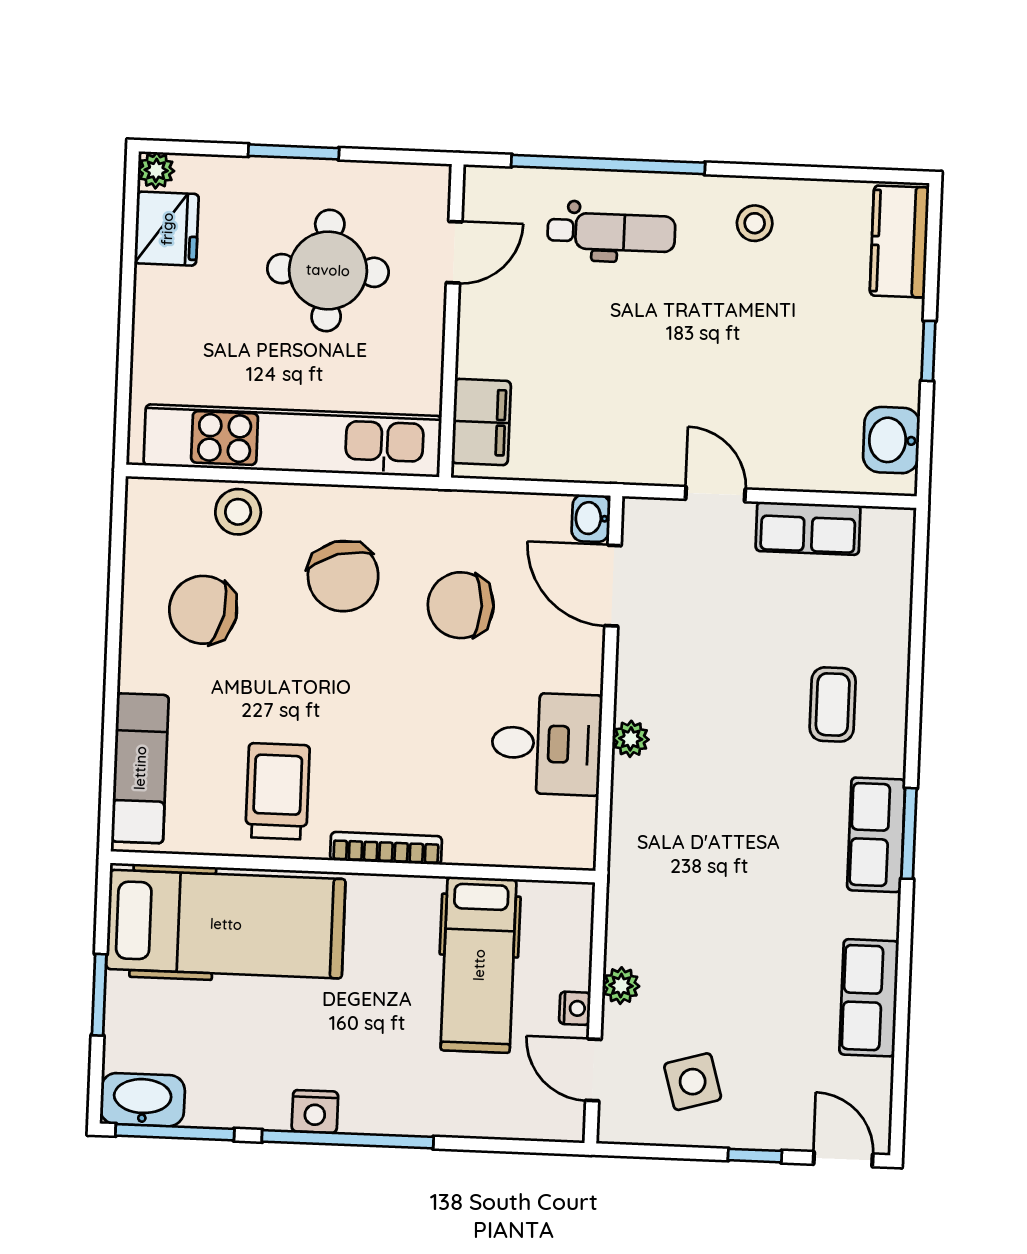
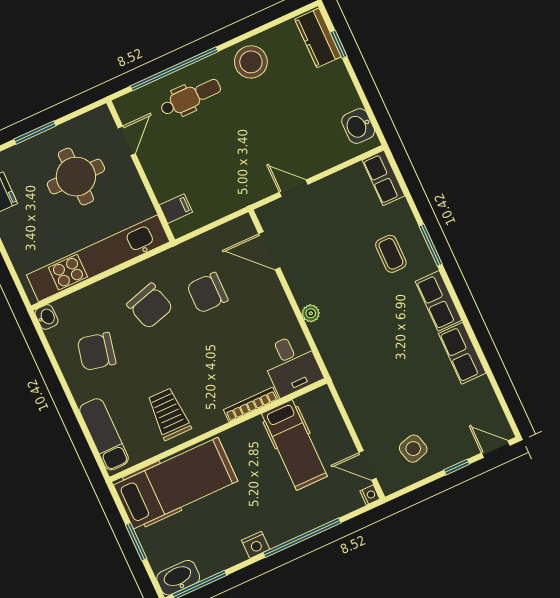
stool: (755, 223) -> (251, 62), width x1.89, depth x1.89
window: (928, 351) -> (339, 44), moved
filing cabinet: (481, 422) -> (176, 209), width x0.50
stool: (238, 512) -> (90, 301), removed
washbasin: (591, 518) -> (46, 317), moved, turned 180
row of seats: (808, 528) -> (383, 178), moved, turned 90
desk: (547, 744) -> (291, 365), moved, turned 90
window: (909, 833) -> (431, 245), moved
bookcase: (386, 848) -> (251, 405), moved
plant: (621, 986) -> (361, 423), removed
row of seats: (869, 998) -> (462, 353), moved
nightstand: (575, 1008) -> (370, 495), moved
window: (348, 1139) -> (302, 538), moved

